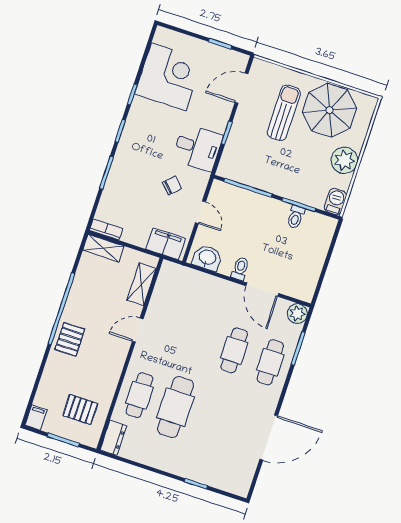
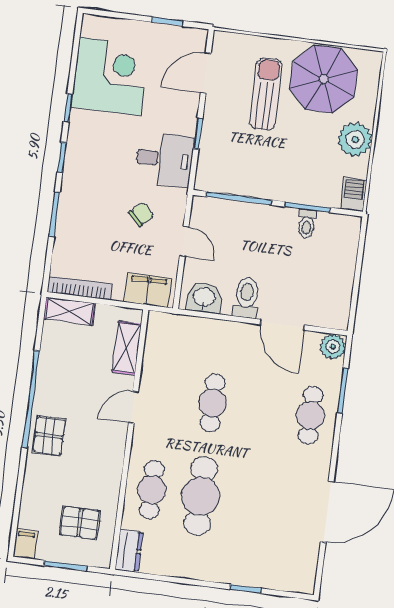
bookcase: (106, 229) -> (79, 288), width x1.56
toilet: (240, 269) -> (246, 298), width x1.37, depth x1.39
cafe table: (234, 350) -> (213, 403), moved

